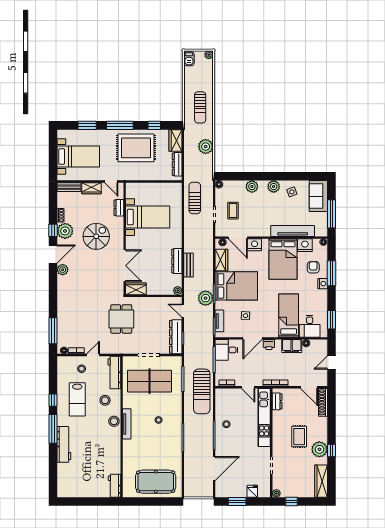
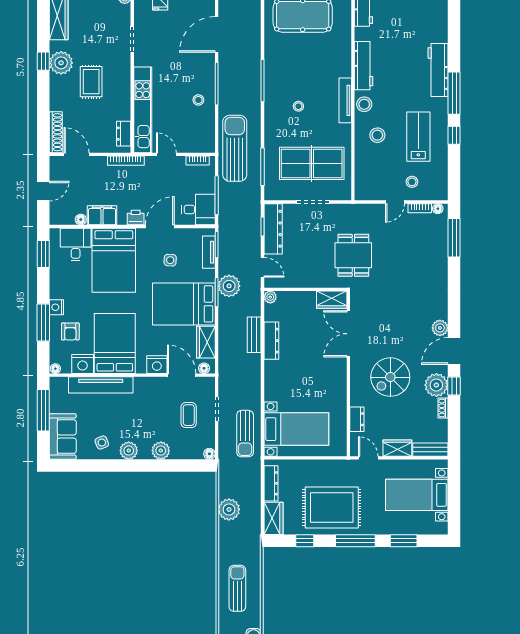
sun lounger: (200, 107) -> (237, 588), moved
bed with nightstands: (148, 217) -> (296, 429), moved, turned 180
bed: (289, 316) -> (114, 260), width x1.50
workbench: (114, 372) -> (364, 66), moved

